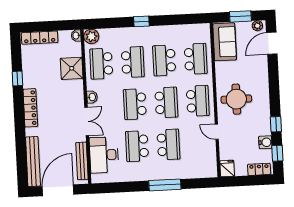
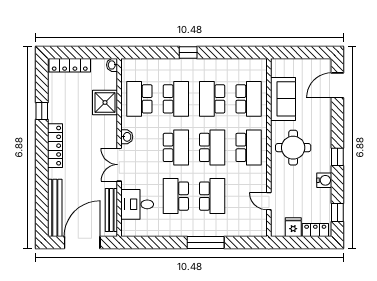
window: (240, 16) -> (303, 52), removed
plant: (257, 26) -> (322, 64), removed
plant: (91, 36) -> (130, 67), removed
sofa: (225, 42) -> (283, 99), moved
school desk: (135, 104) -> (176, 147), turned 180
double door: (87, 121) -> (119, 165), swing flipped
window: (276, 124) -> (337, 157), moved
door: (217, 132) -> (269, 201), moved
water cooler: (265, 142) -> (324, 180), moved
desk: (104, 155) -> (137, 204), width x0.73
fridge: (227, 168) -> (293, 227), moved

